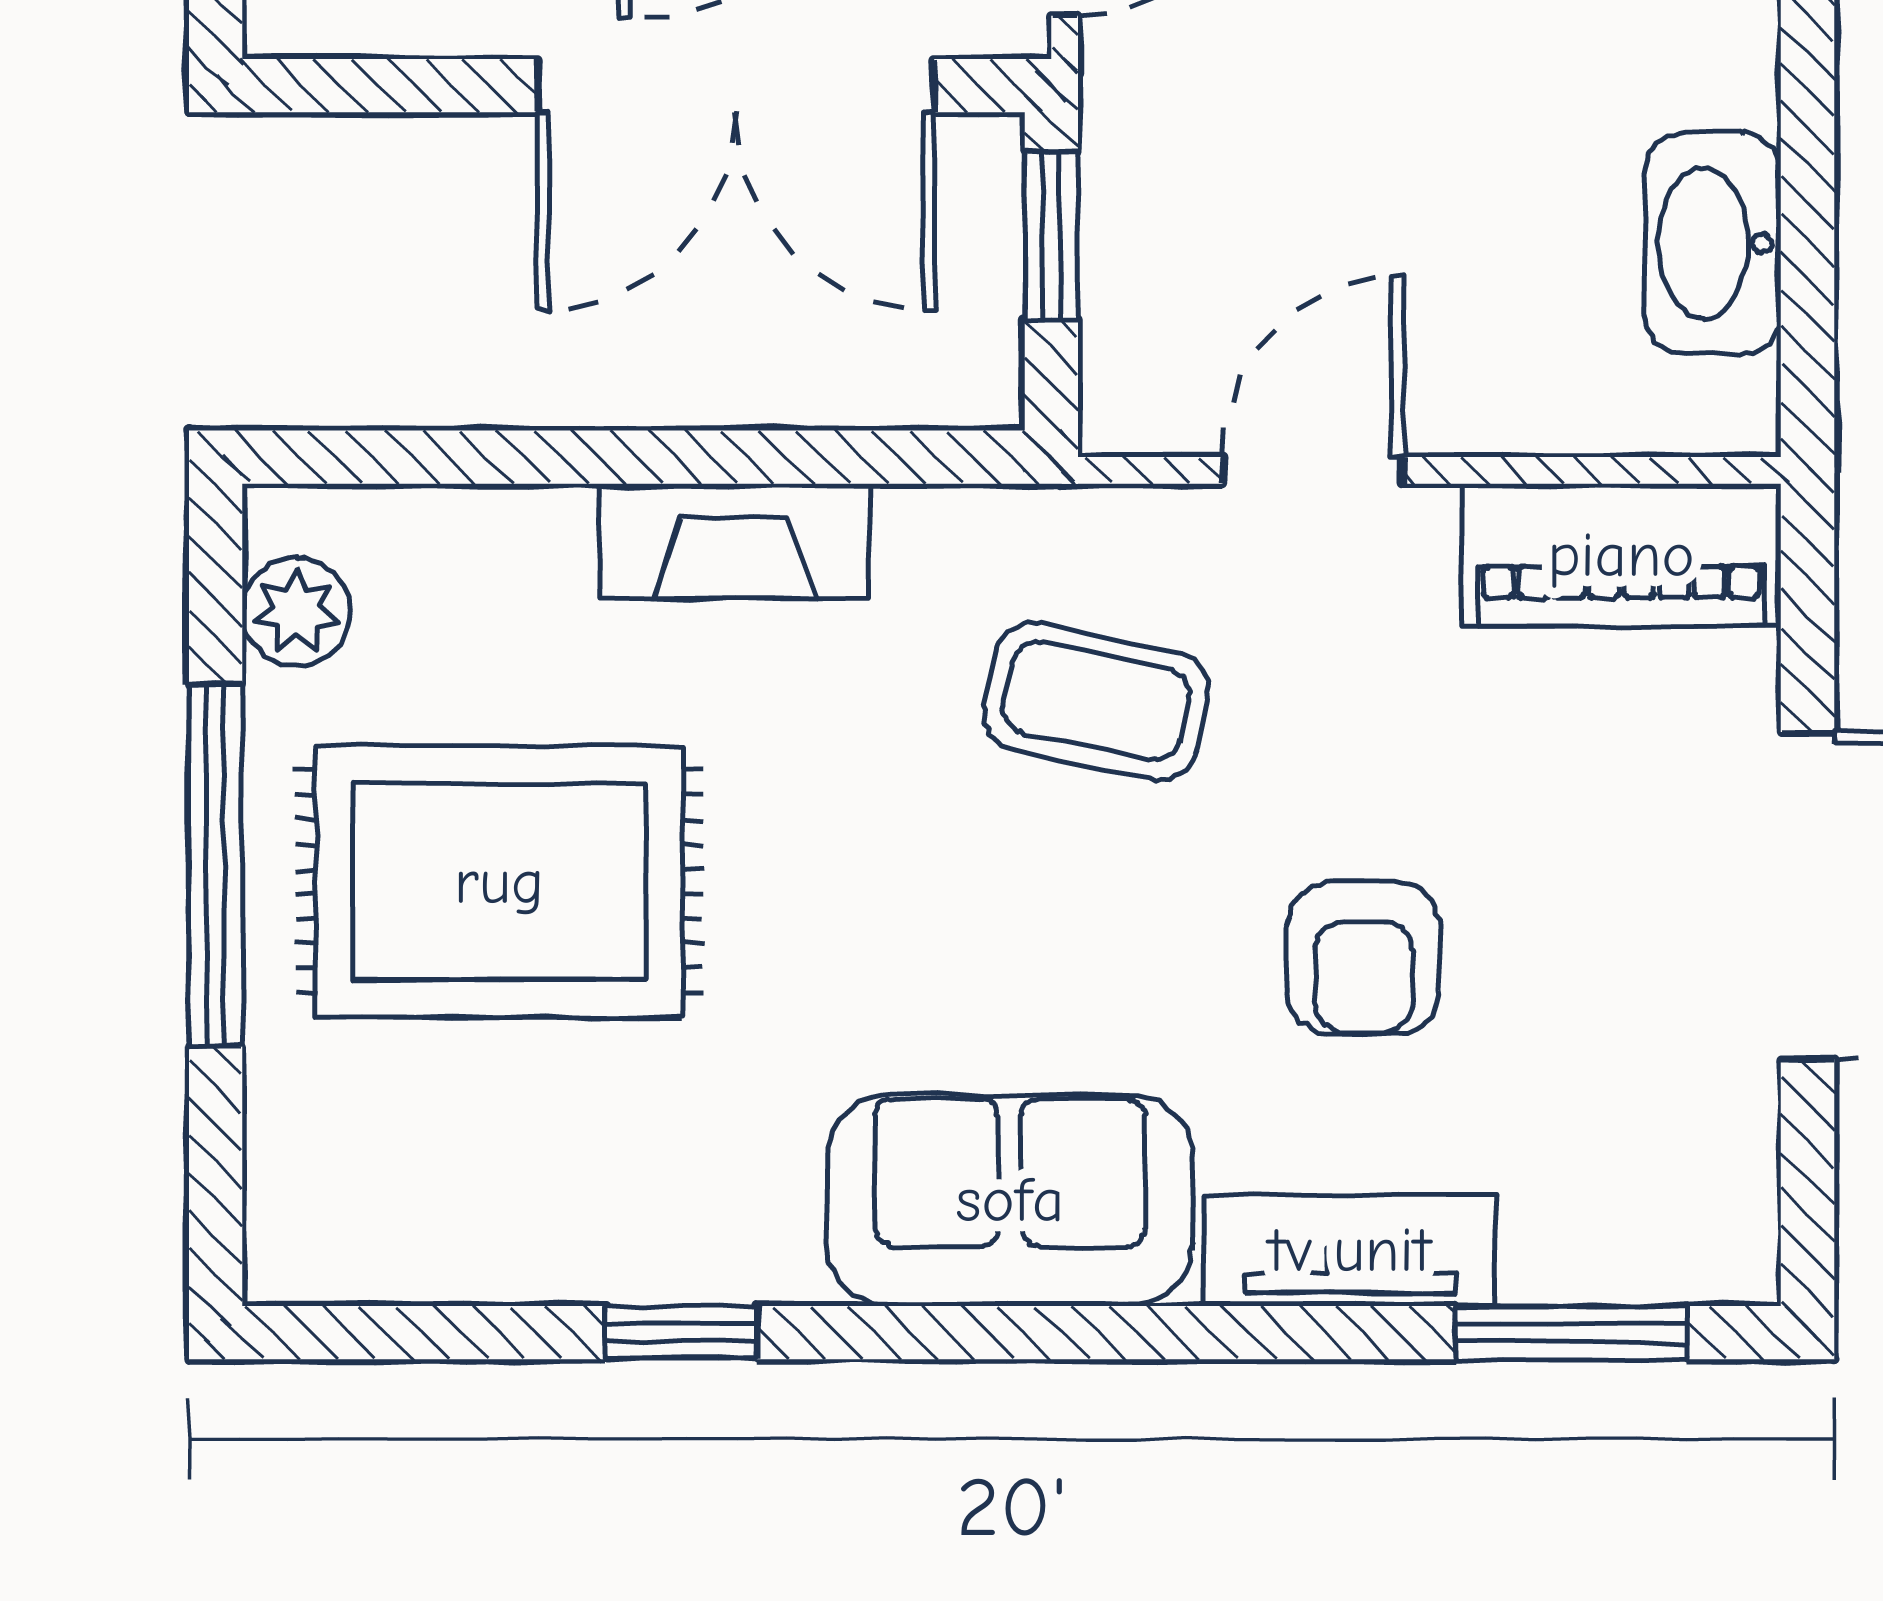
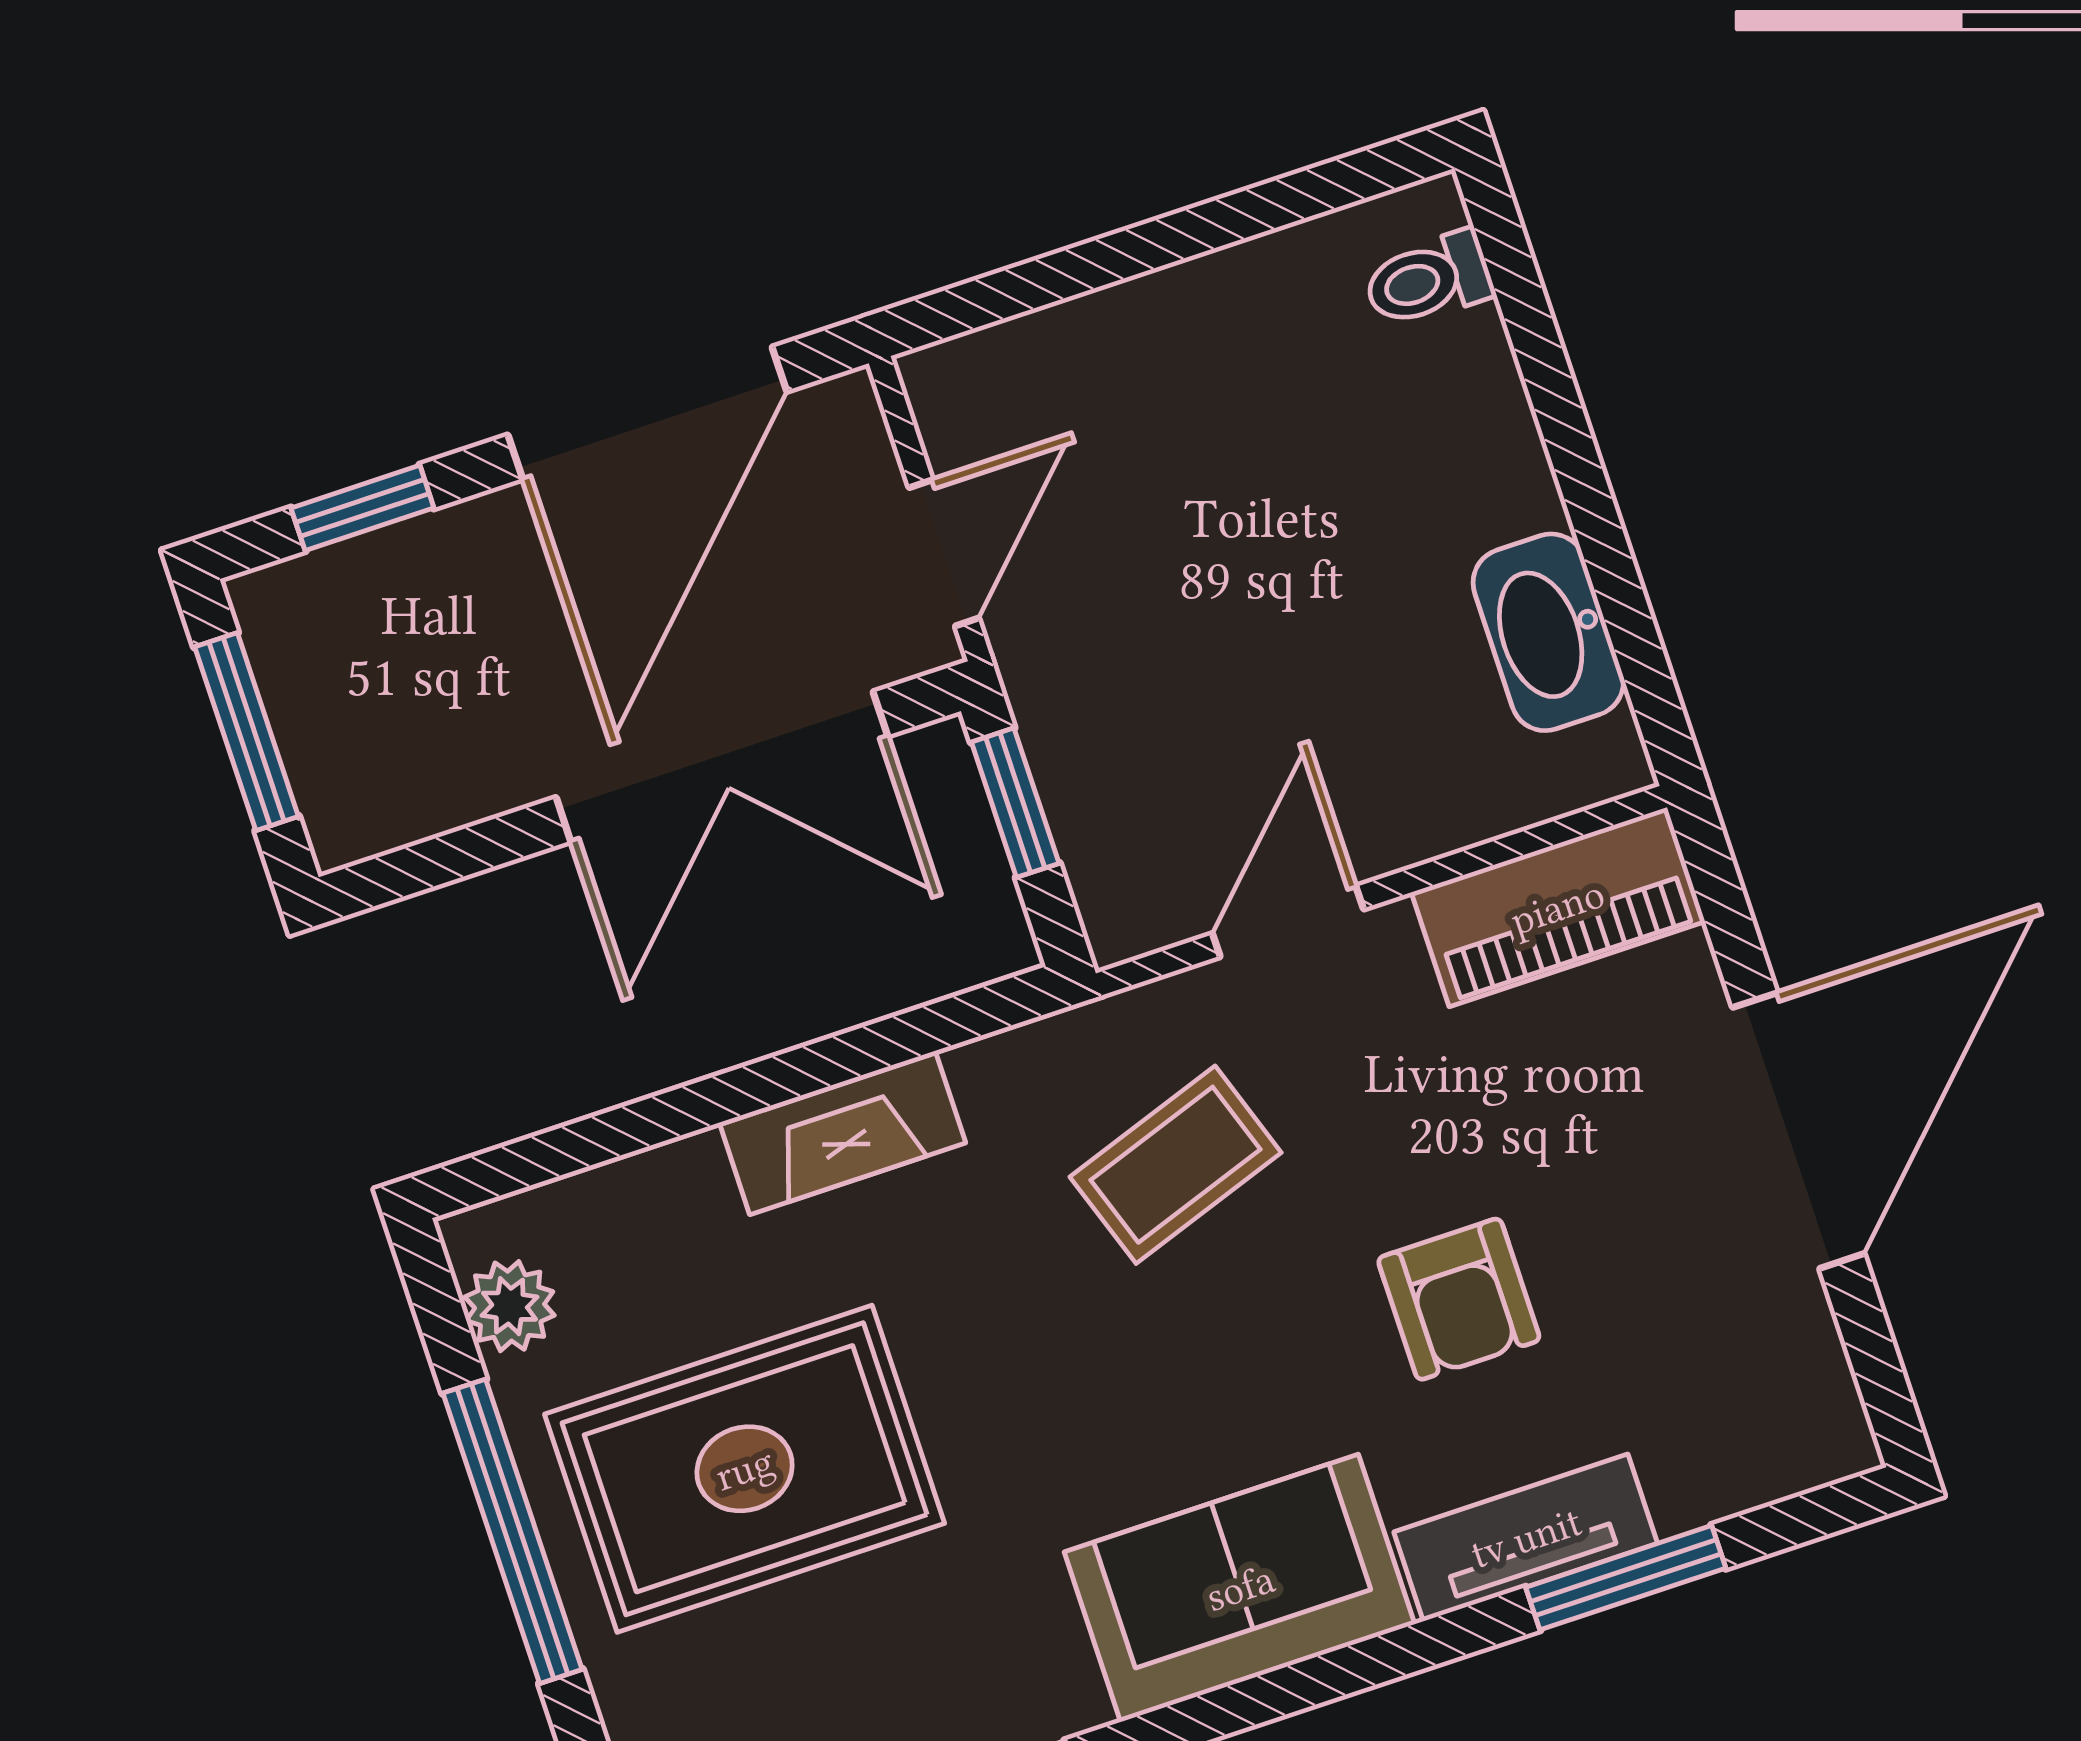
coffee table: (1096, 701) -> (1176, 1165), turned -31
window: (1571, 1333) -> (1626, 1578), moved

